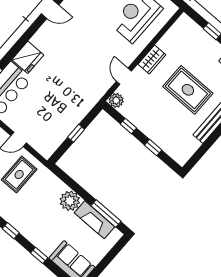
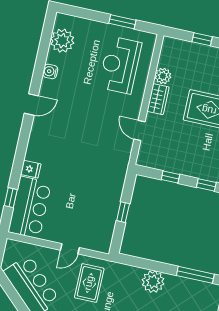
fridge: (28, 57) -> (31, 169), width x0.53, depth x0.75
plant: (116, 100) -> (163, 76), moved
fireplace: (94, 220) -> (187, 287), removed

